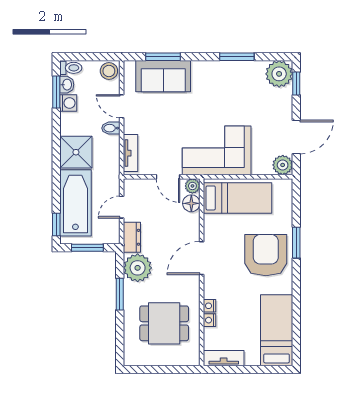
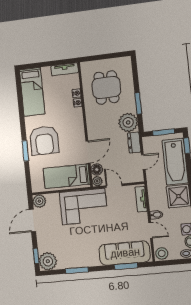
sofa: (163, 76) -> (125, 253), width x1.36
door: (202, 258) -> (88, 152), moved
dining table: (164, 323) -> (106, 87), turned 90

